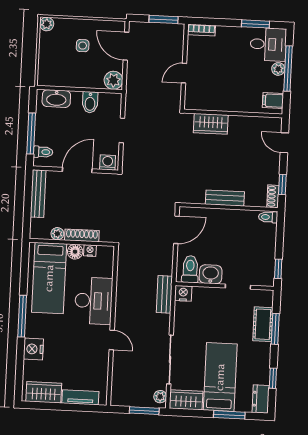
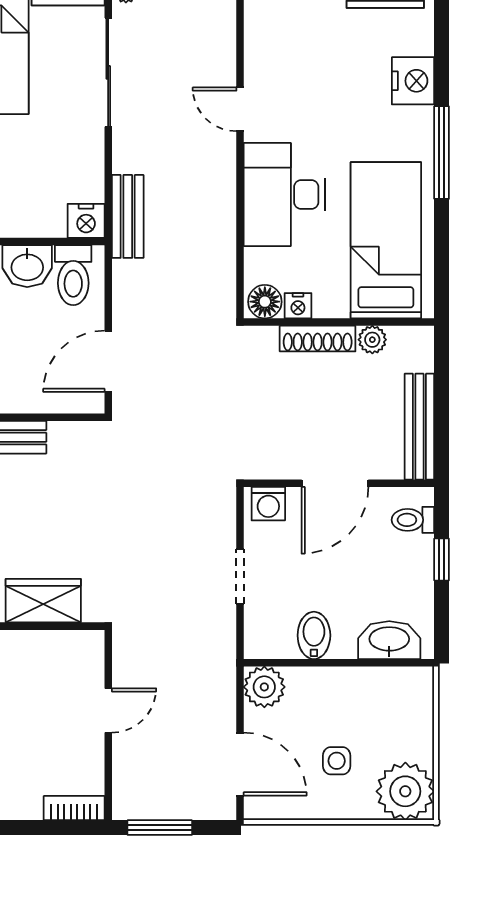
plant: (47, 24) -> (405, 791), width x1.88, depth x1.88
window: (31, 134) -> (442, 560), width x0.46
floor lamp: (75, 252) -> (265, 302), moved

